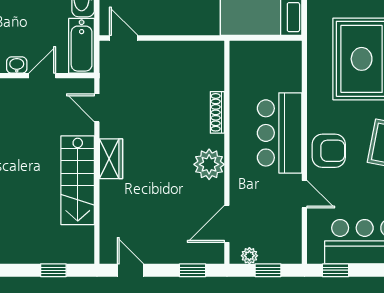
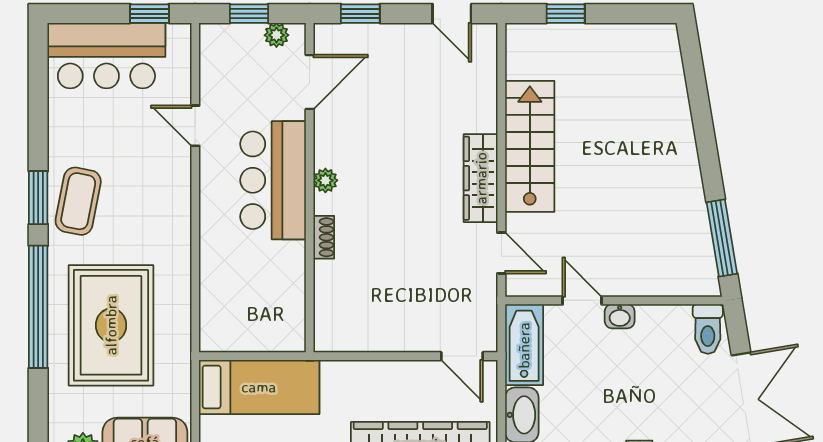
door: (42, 76) -> (582, 300), swing flipped
shoe rack: (217, 112) -> (324, 237), width x0.70
bar counter: (280, 133) -> (273, 180), moved, turned 180
armchair: (329, 151) -> (159, 190), removed
wardrobe: (111, 159) -> (481, 178), width x1.50
plant: (209, 164) -> (325, 180), width x0.53, depth x0.53

